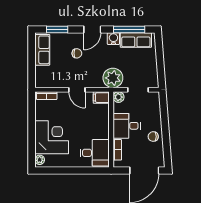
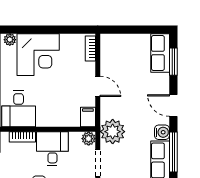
row of seats: (42, 50) -> (160, 53), moved, turned 90
chair: (77, 53) -> (143, 86), removed
door: (77, 90) -> (98, 86), swing flipped

